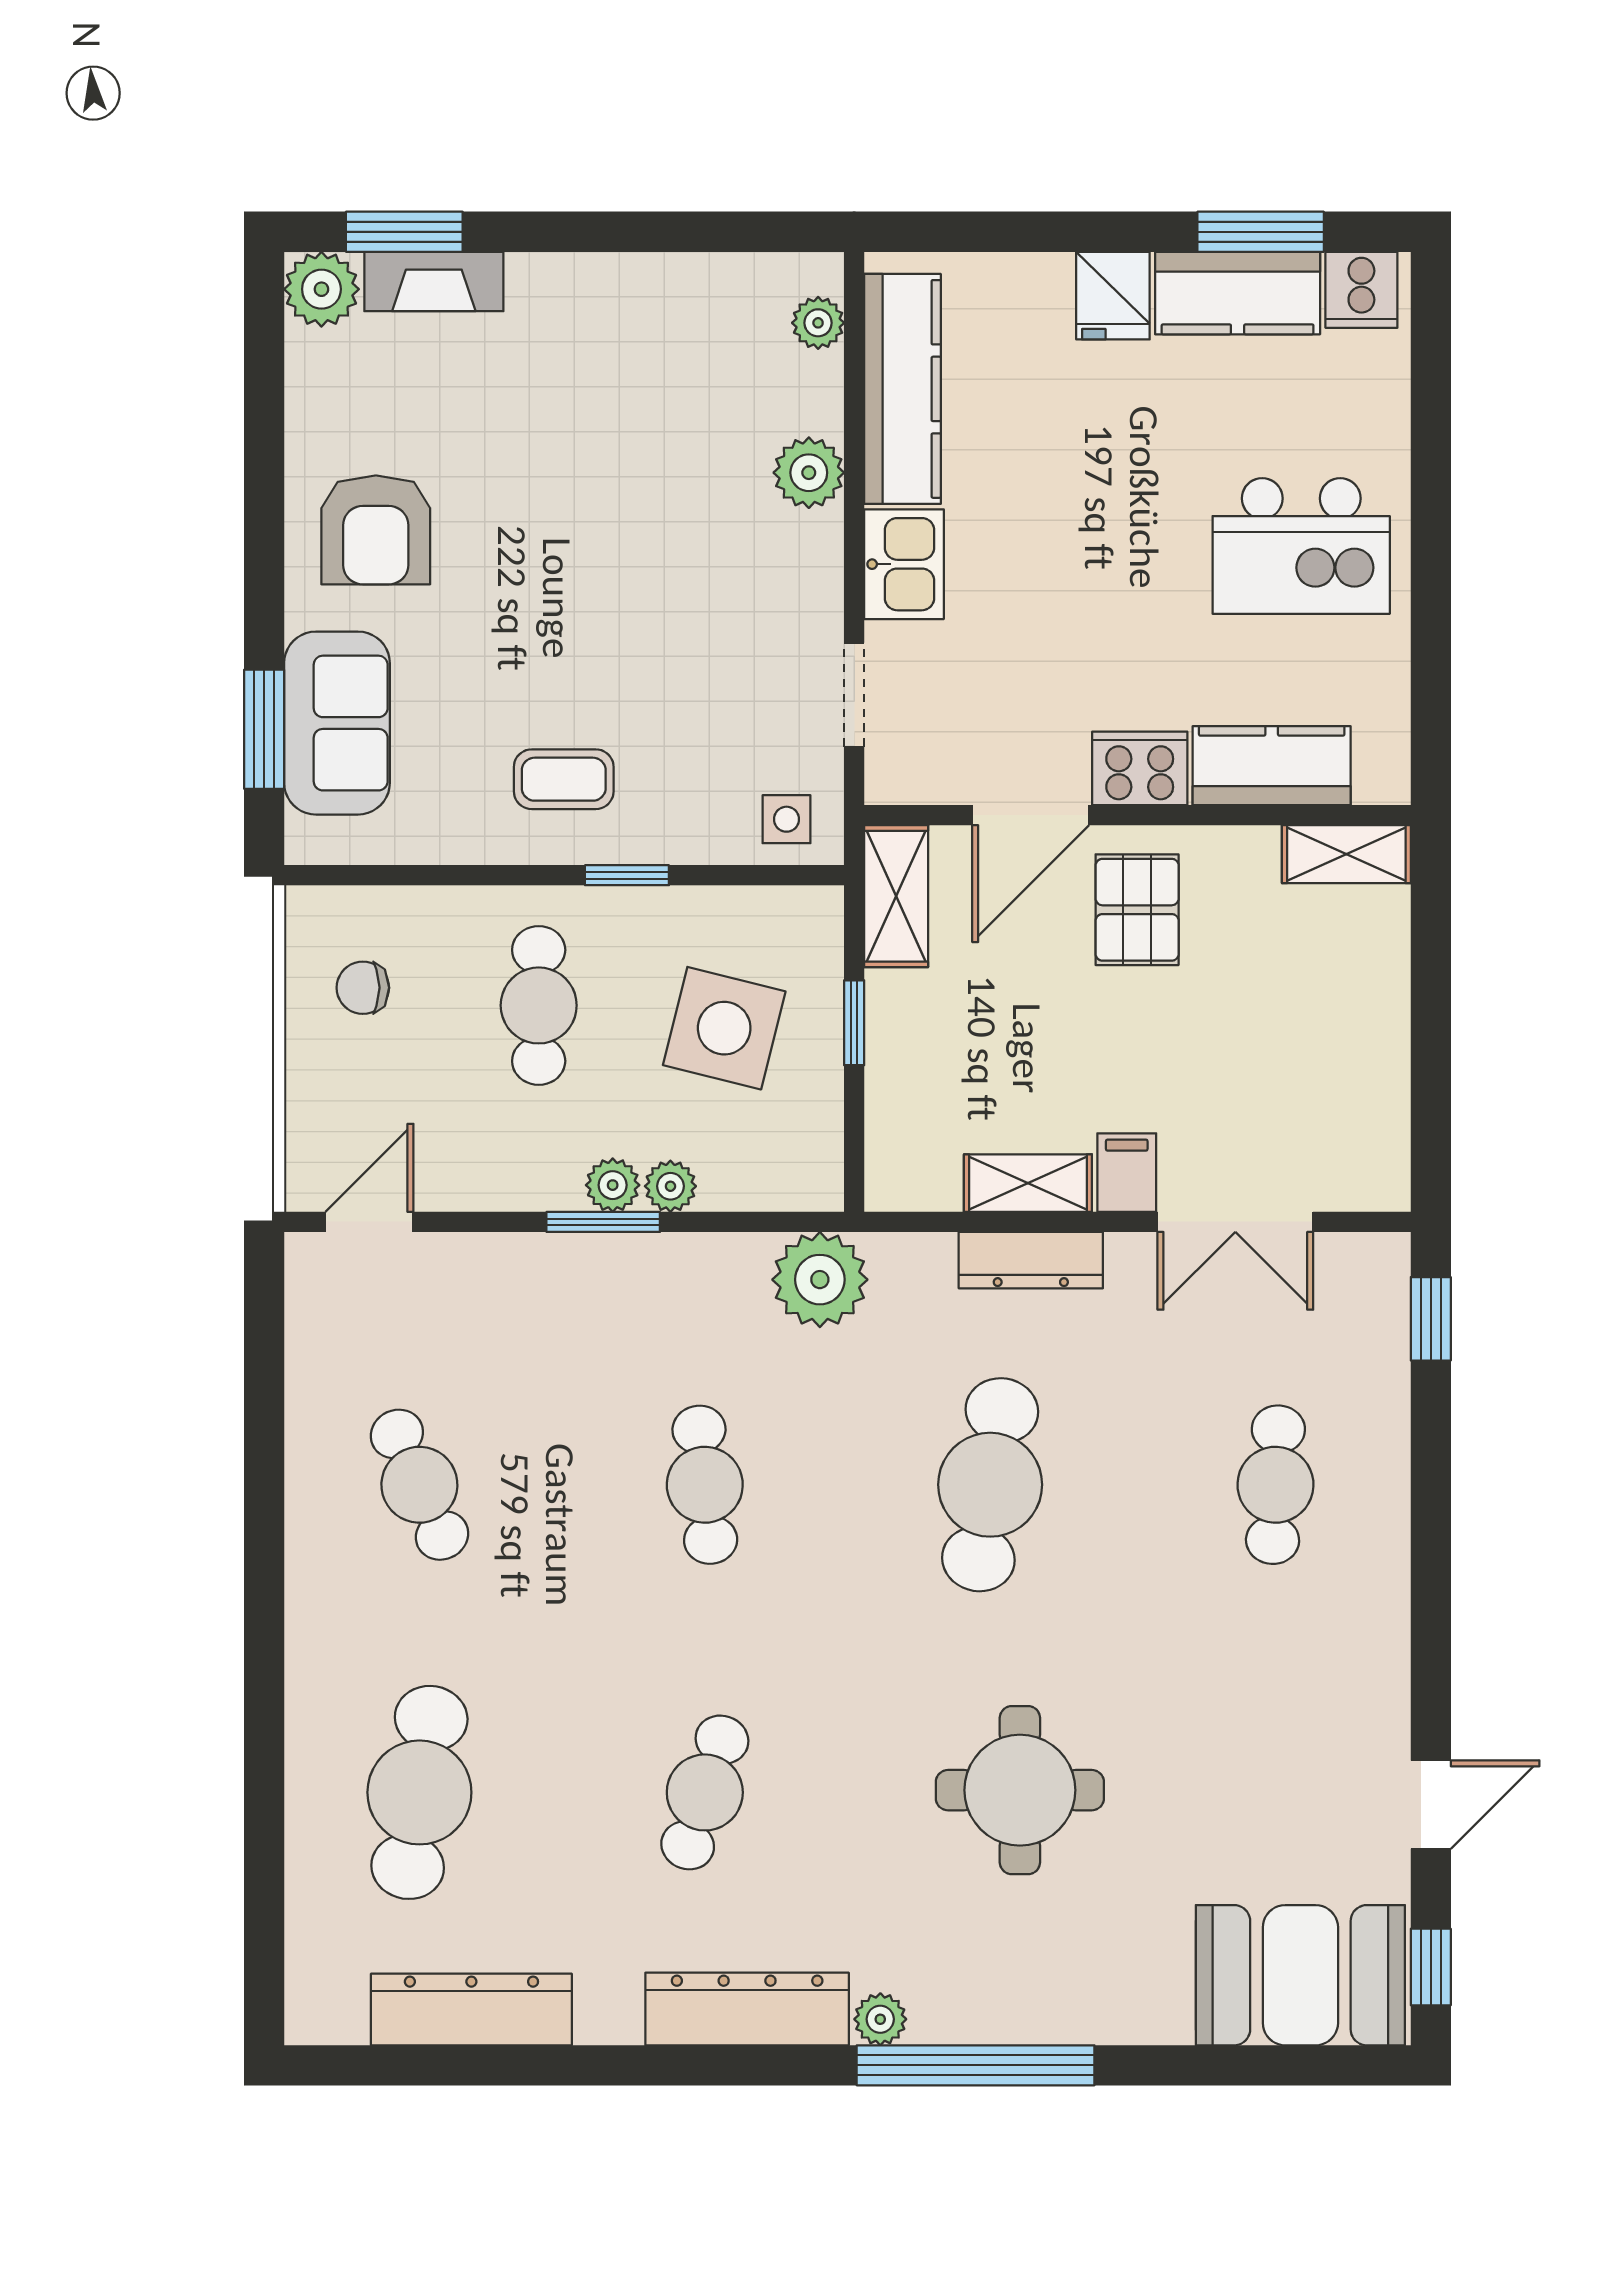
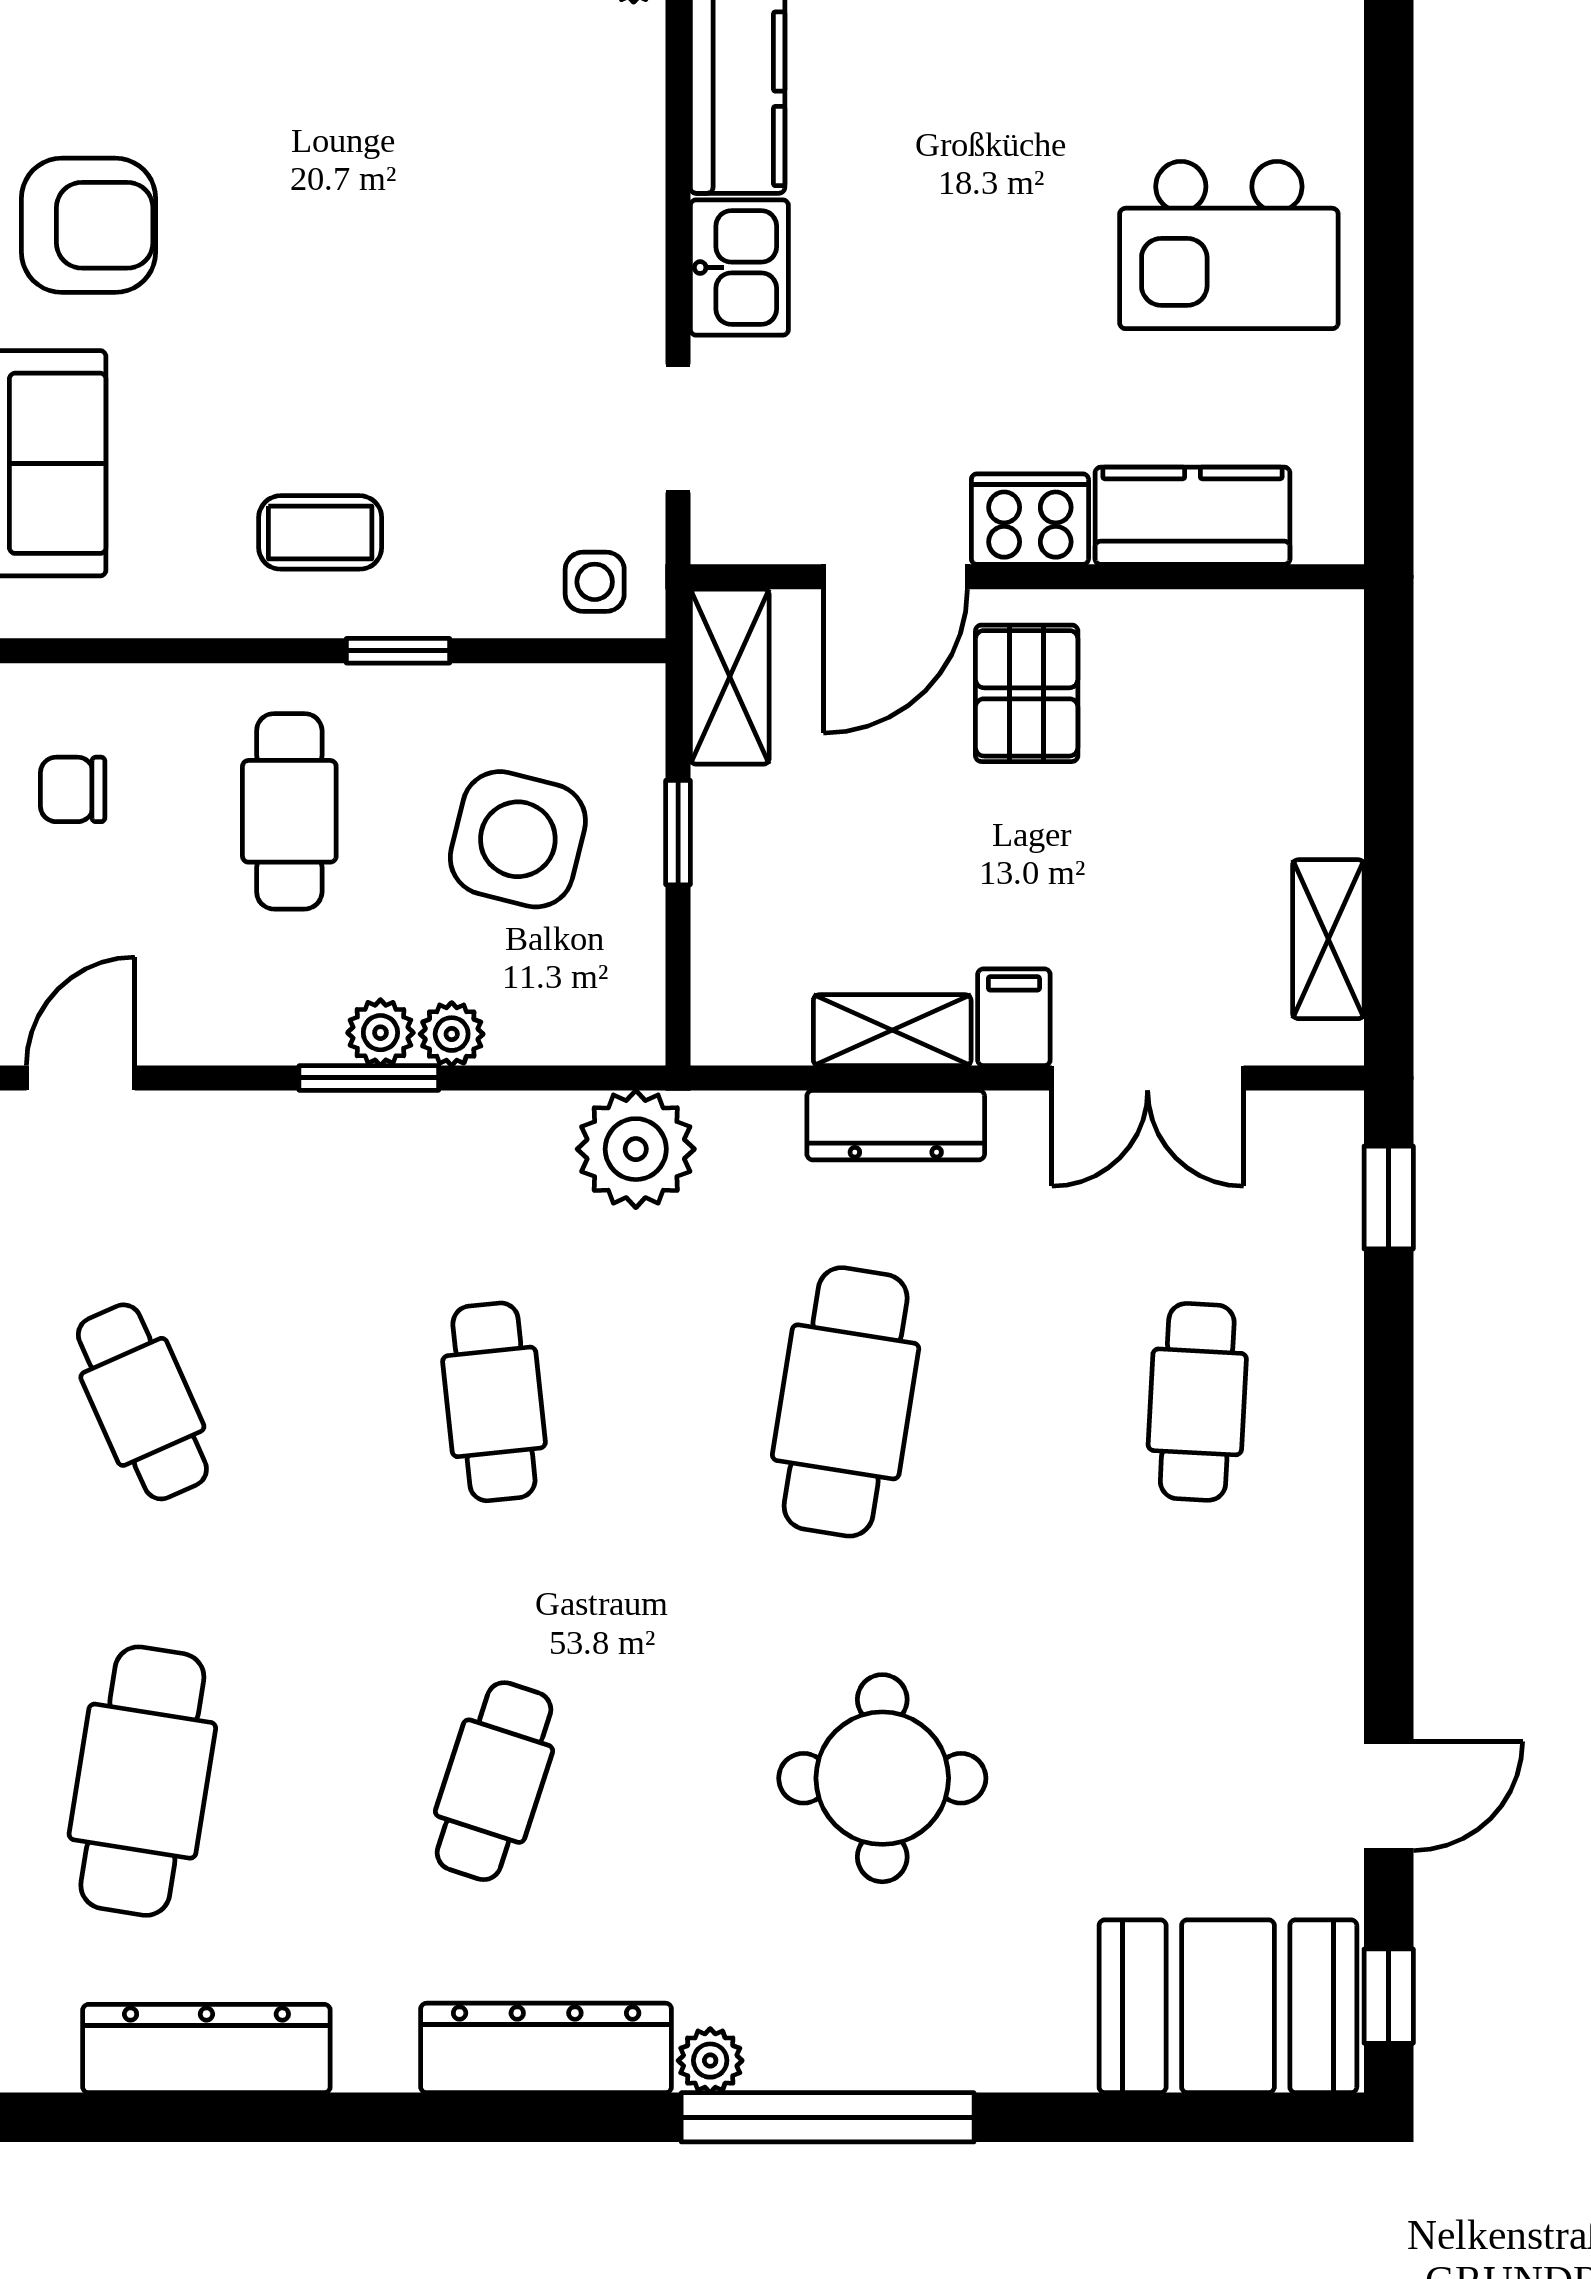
plant: (809, 473) -> (622, 155), removed
armchair: (376, 530) -> (89, 225), turned -90
shelving: (1346, 854) -> (1328, 939), moved, turned 90

